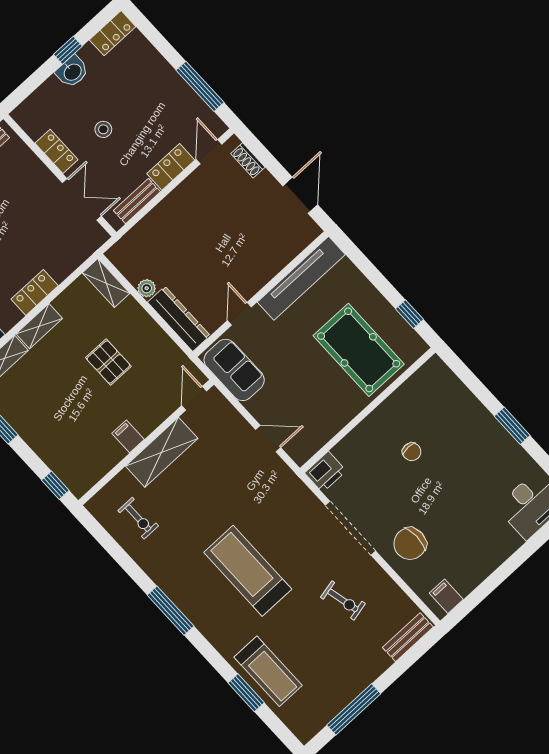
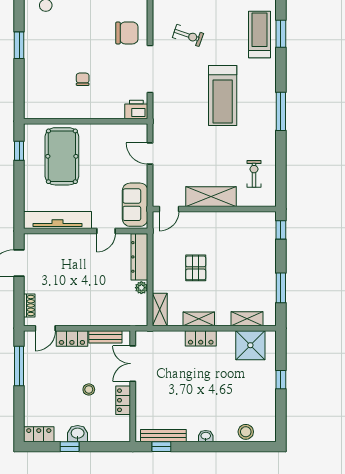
shelving: (39, 326) -> (199, 319), moved
filing cabinet: (128, 436) -> (221, 221), removed
exercise bike: (343, 600) -> (188, 35), turned 122

